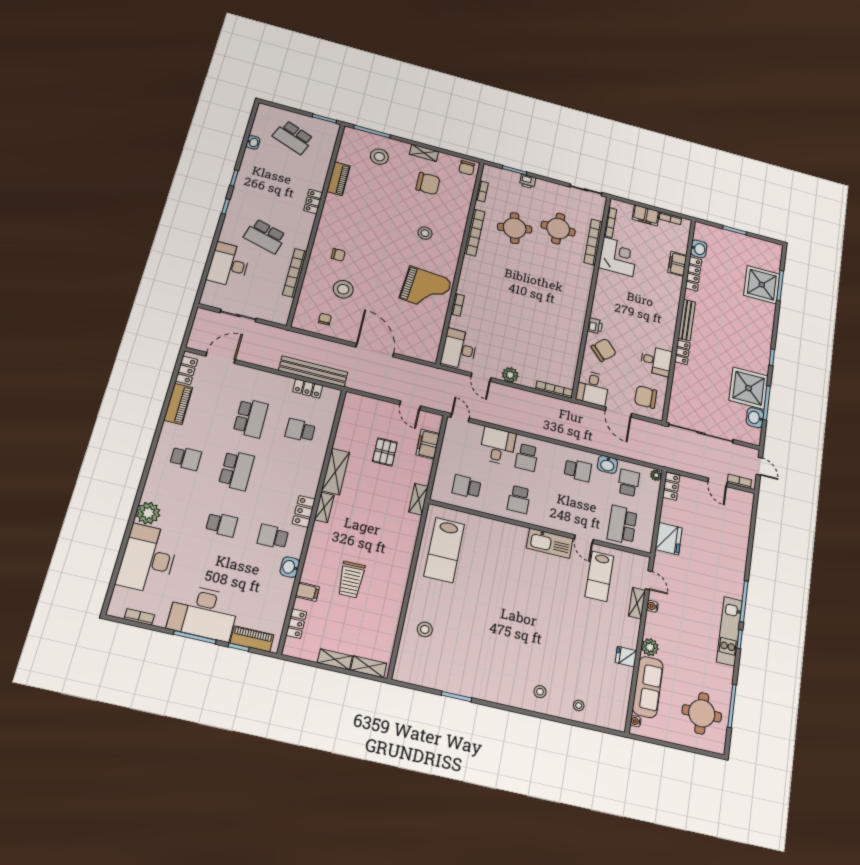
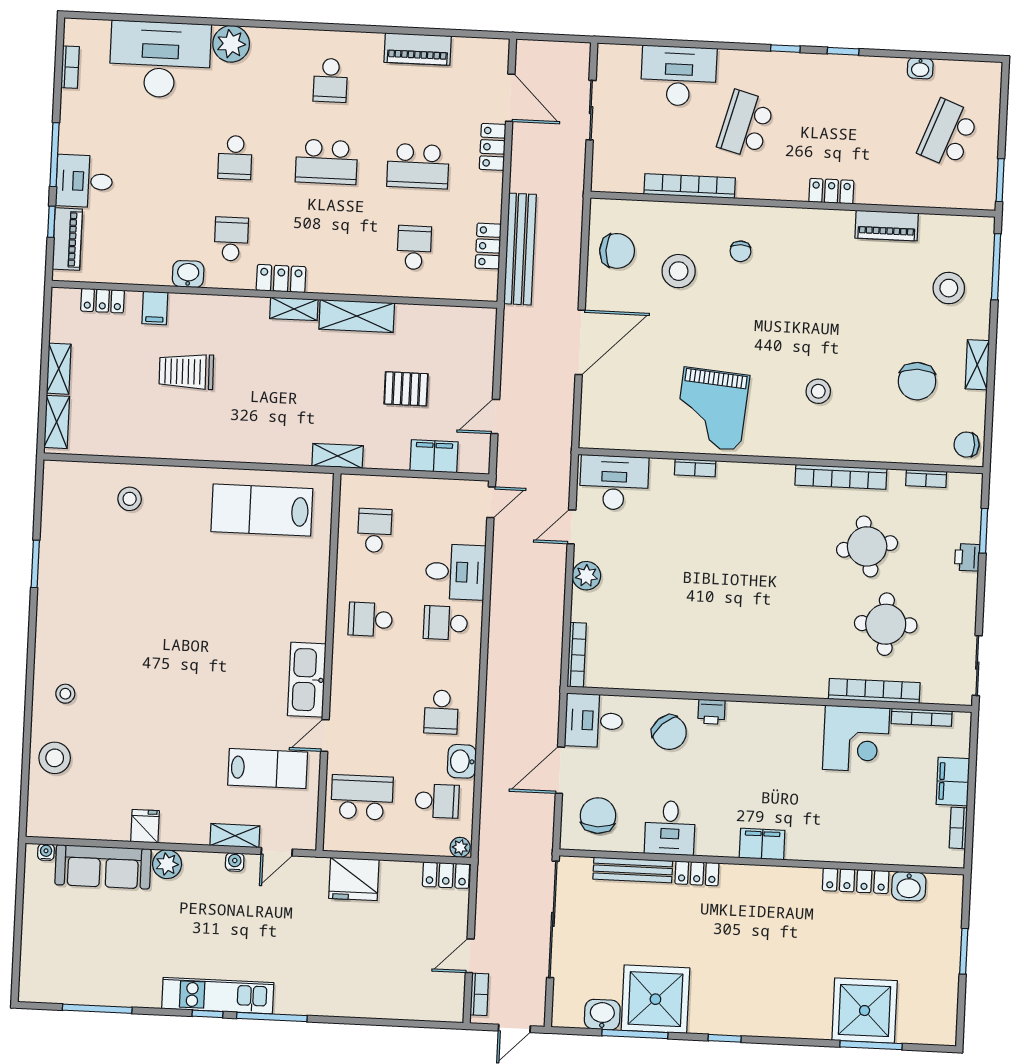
filing cabinet: (677, 264) -> (762, 844), moved
chair: (325, 319) -> (617, 251), width x1.87, depth x1.87
bench: (687, 320) -> (633, 870), moved
locker: (186, 370) -> (493, 147), moved, turned 90
lab bench: (599, 576) -> (268, 769), turned 180
desk: (203, 613) -> (84, 181), width x0.53, depth x0.77
stool: (579, 705) -> (55, 758), width x1.89, depth x1.89
round table: (702, 713) -> (77, 959), removed

